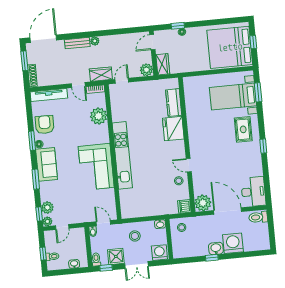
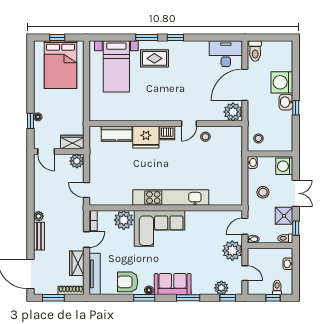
bed: (230, 47) -> (61, 65), width x0.73
wardrobe: (101, 74) -> (77, 263), moved
window: (258, 92) -> (147, 38), moved
corner sofa: (96, 167) -> (160, 228), moved
dishwasher: (184, 206) -> (167, 133), moved
plant: (47, 221) -> (232, 251), moved, width x1.88, depth x1.88

